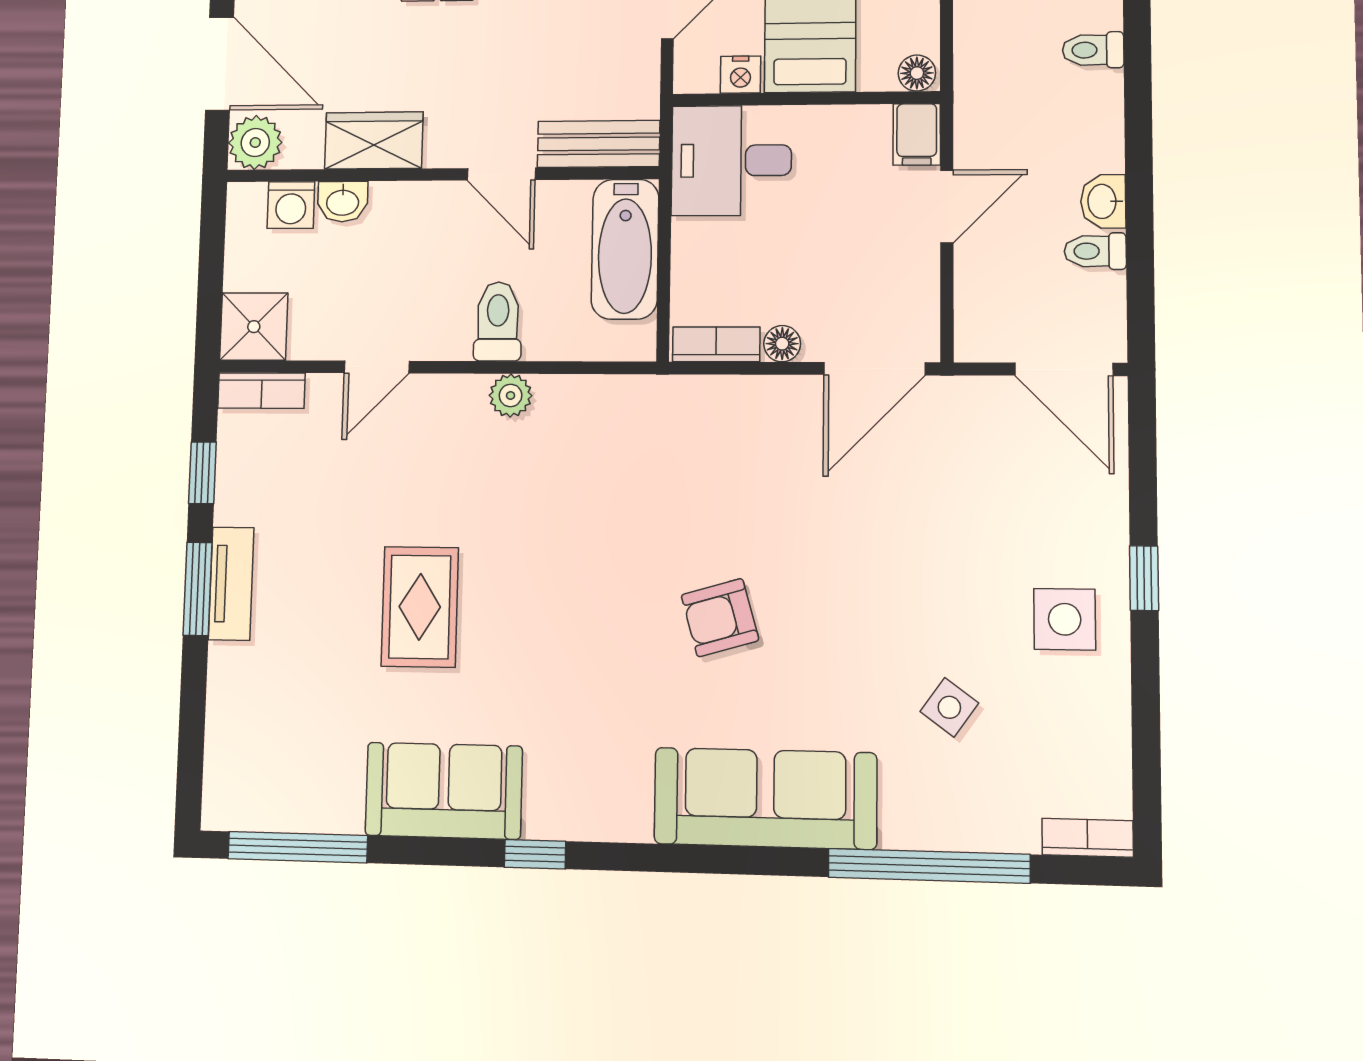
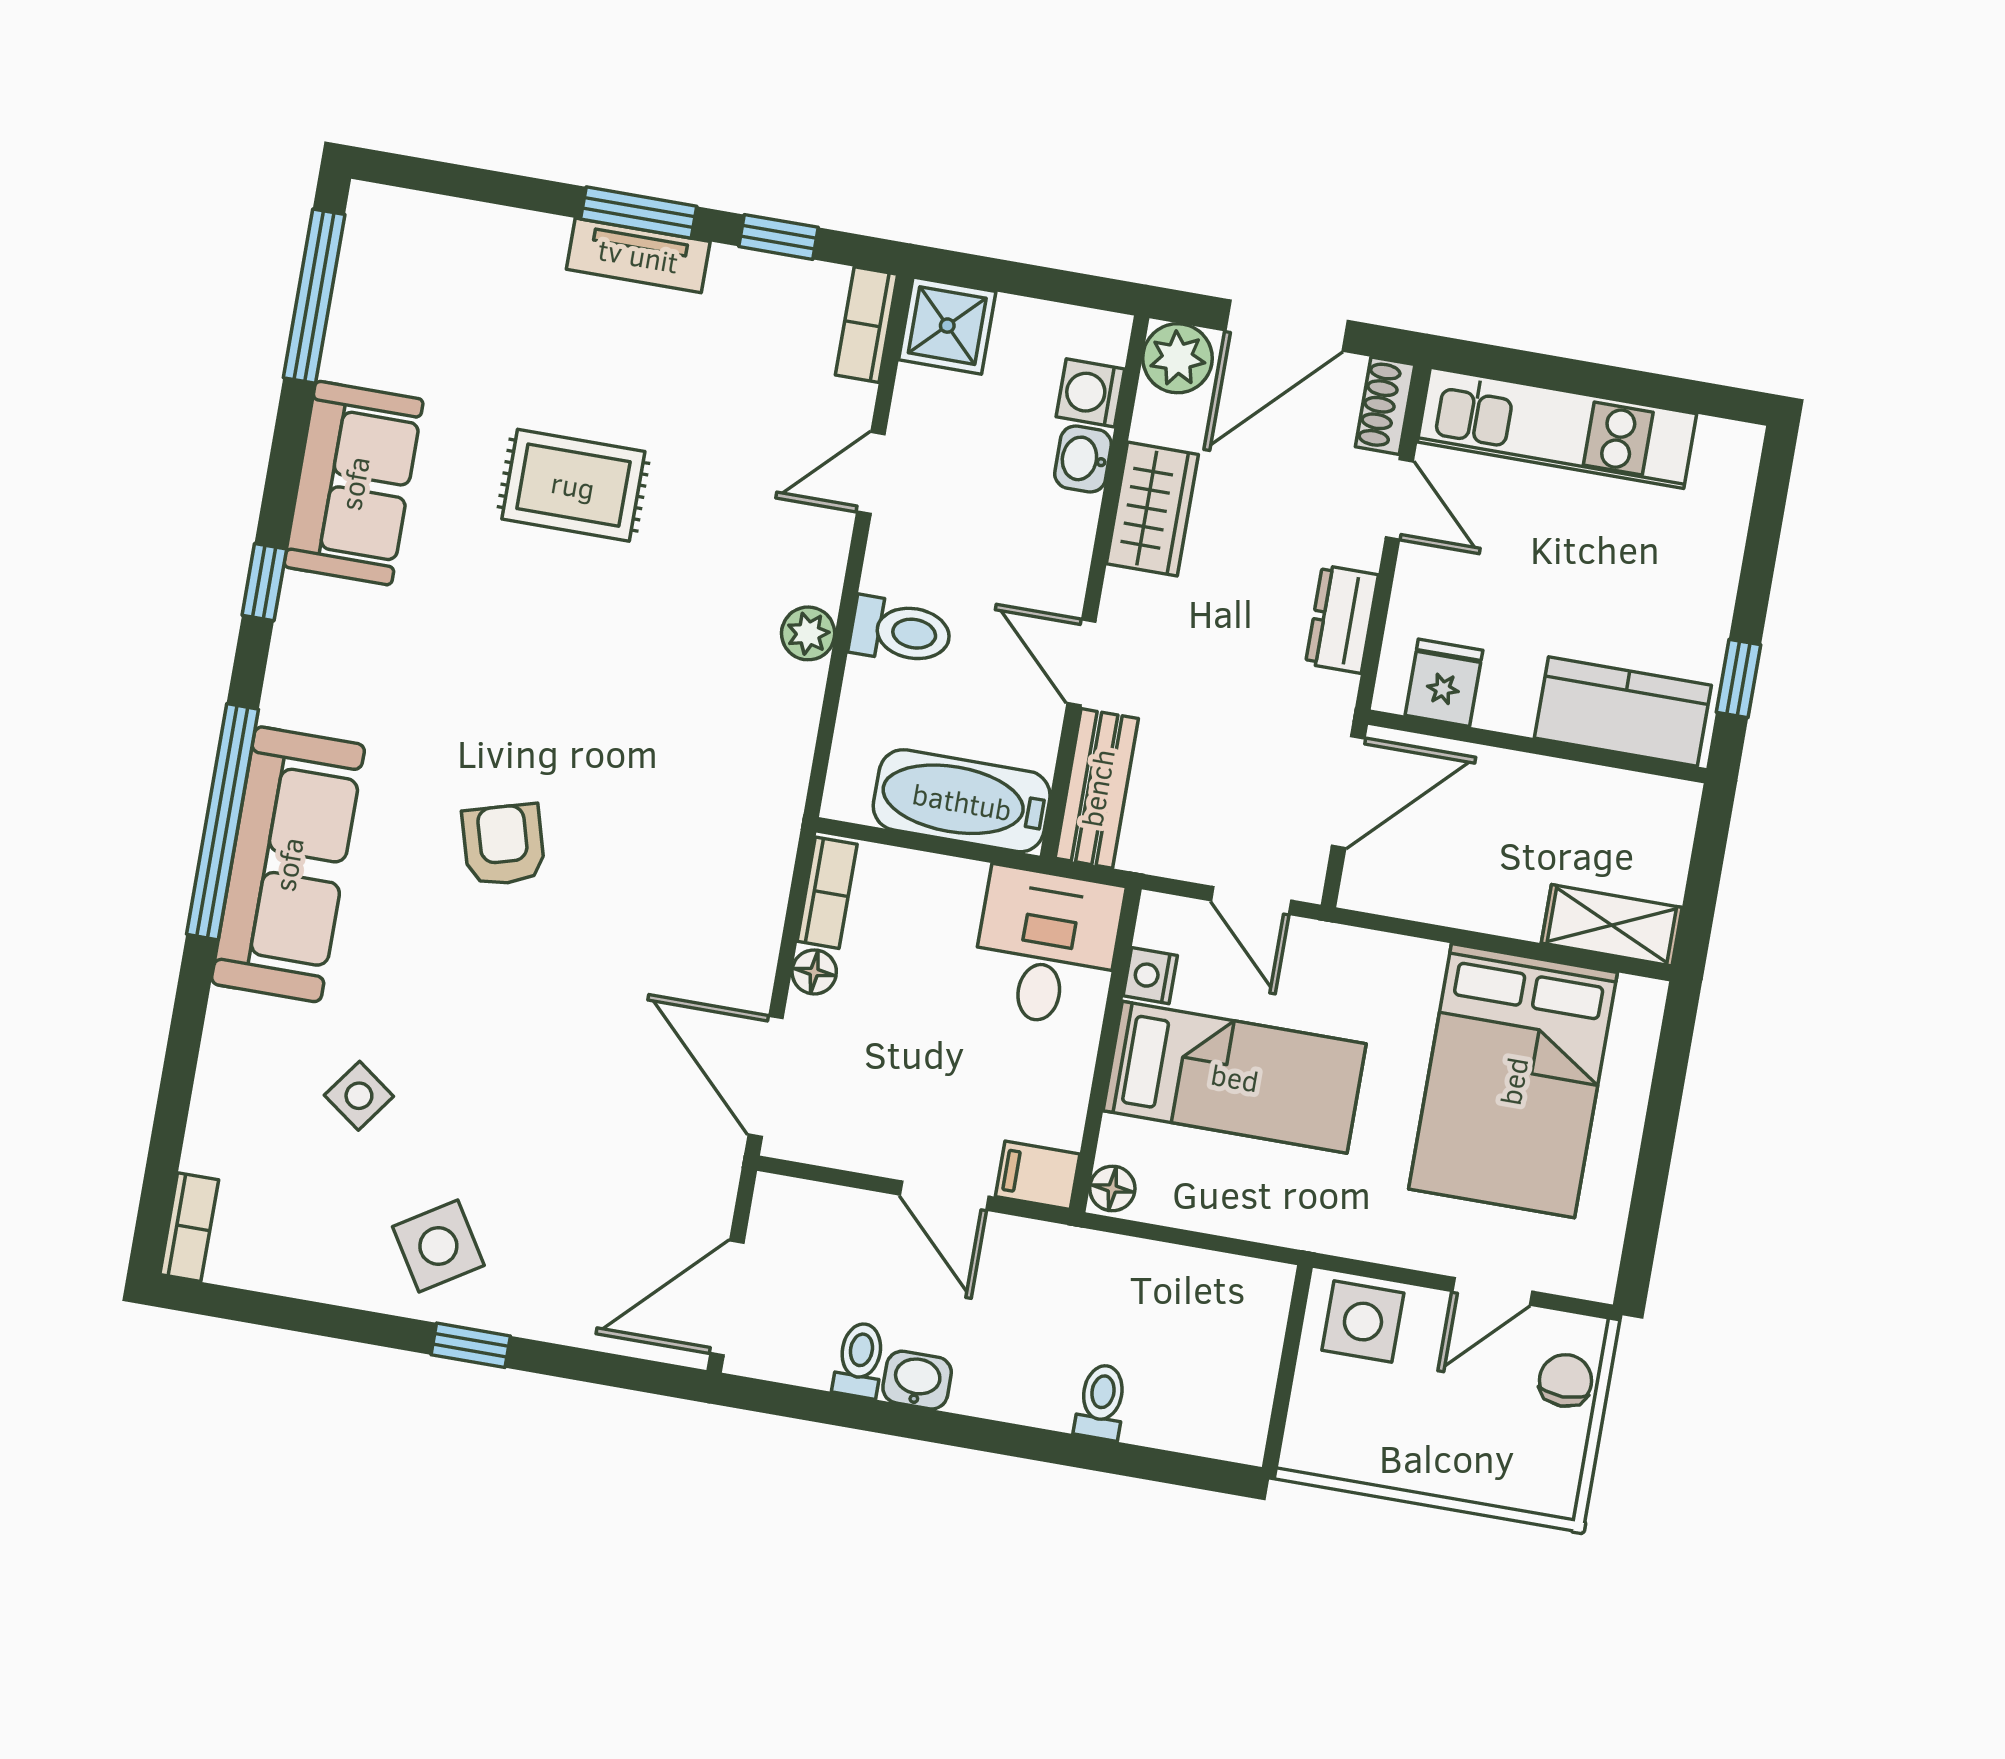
door: (501, 174) -> (1081, 663), hinge flipped
door: (377, 367) -> (871, 473), hinge flipped
side table: (1065, 619) -> (438, 1246), turned -32
window: (929, 866) -> (222, 822), moved

